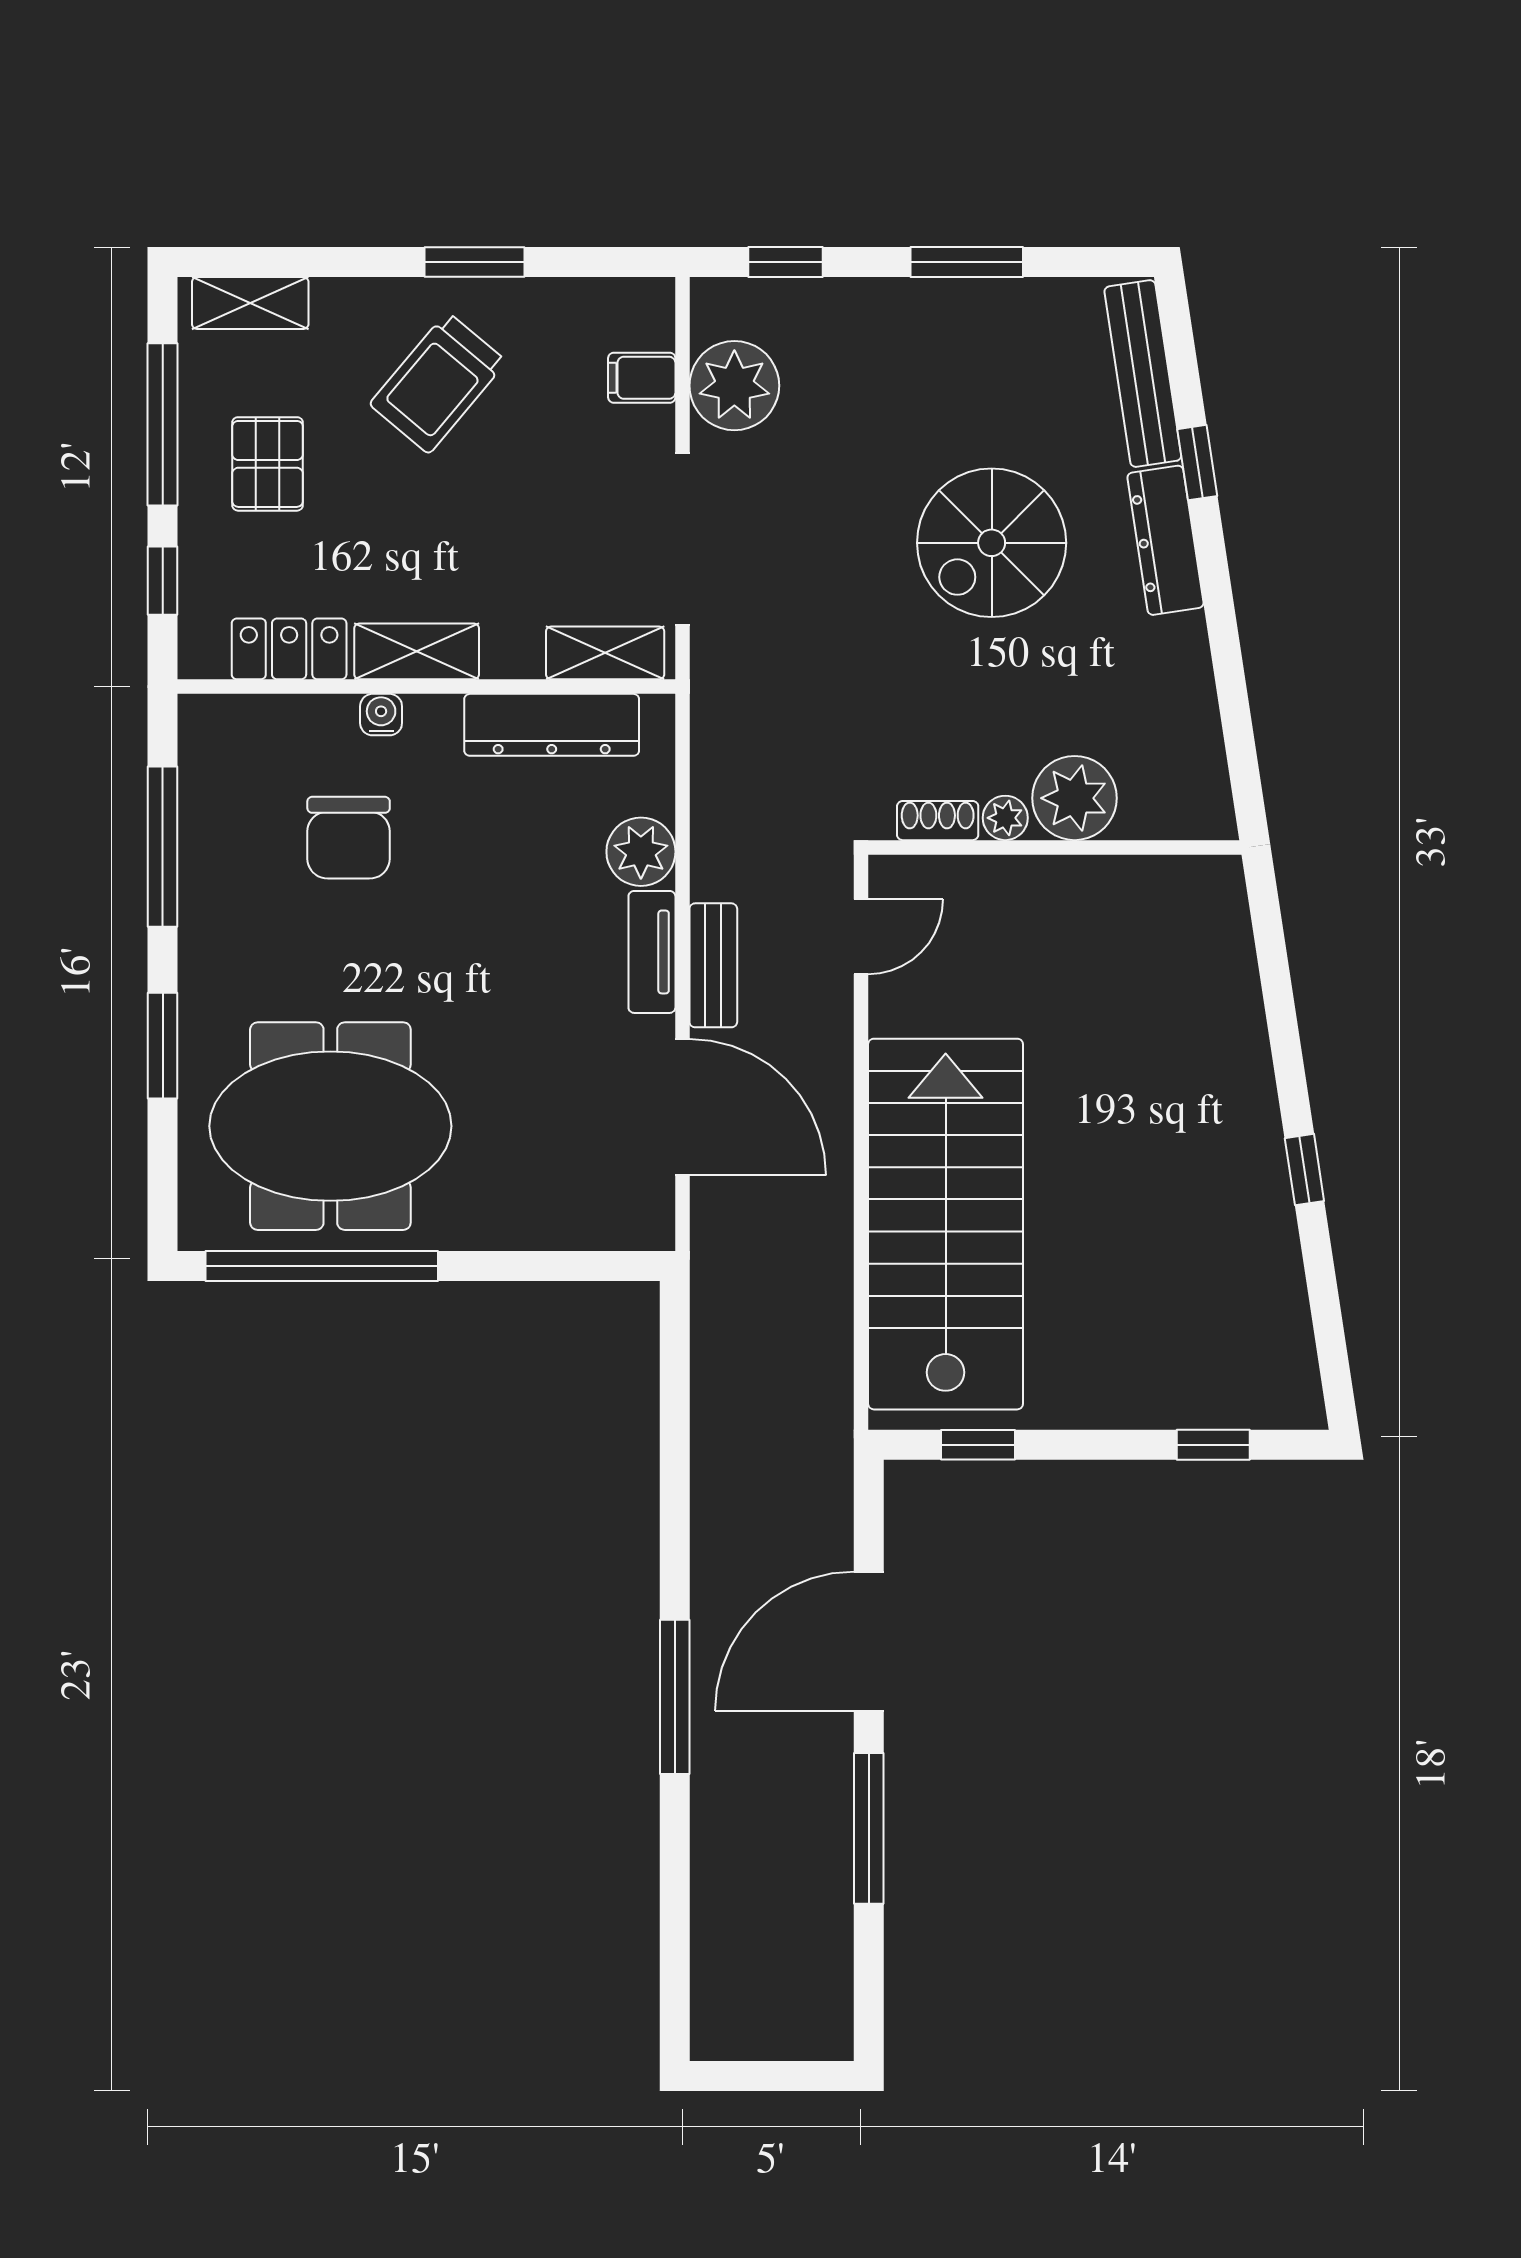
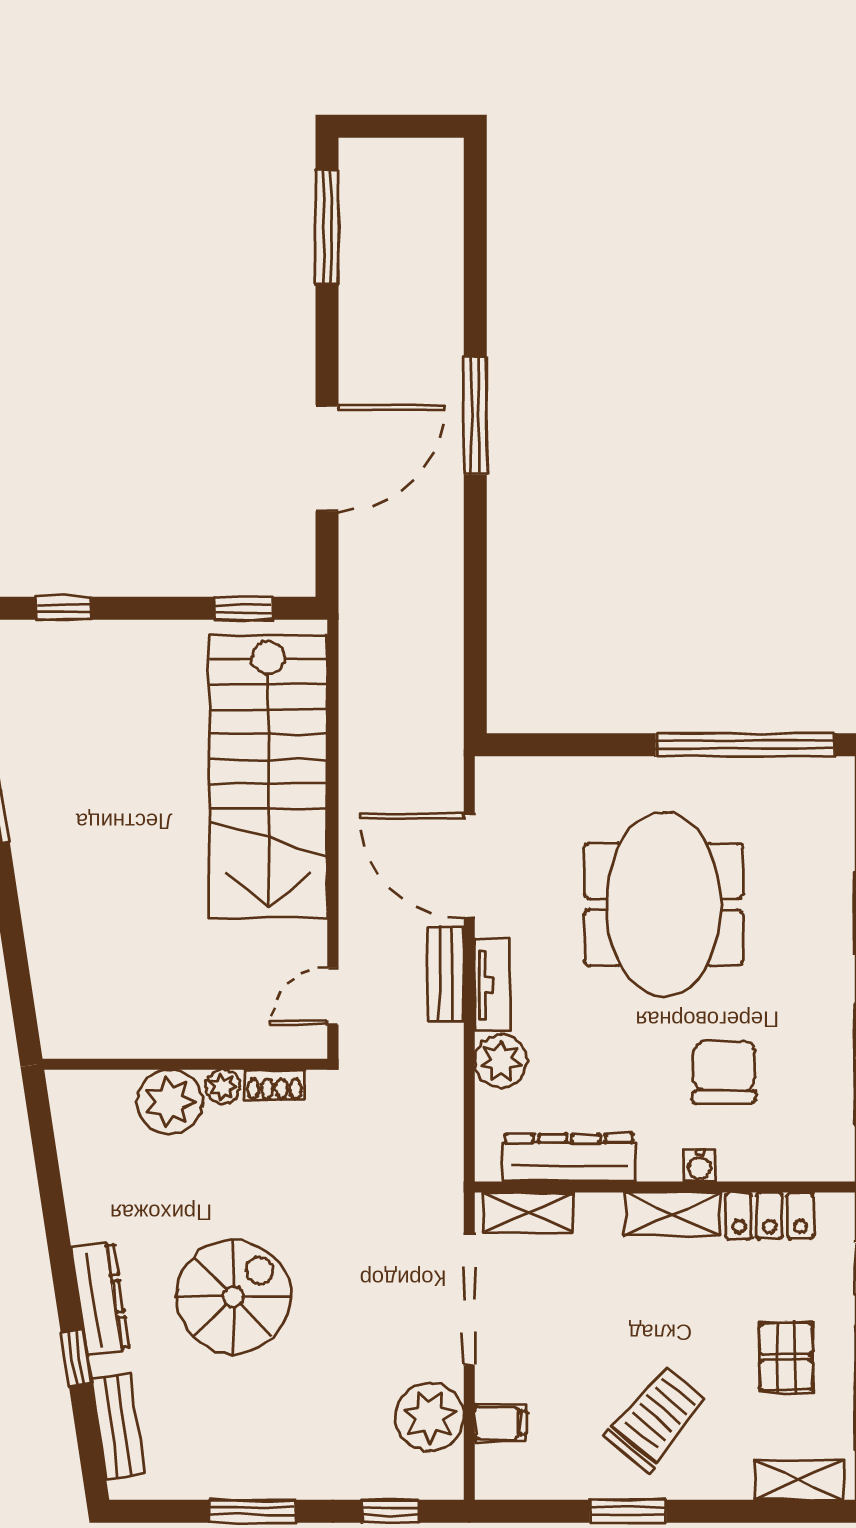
bench: (1143, 374) -> (118, 1426), width x0.73
meeting table: (330, 1126) -> (664, 904), moved, turned 90
window: (869, 1828) -> (327, 227), moved

